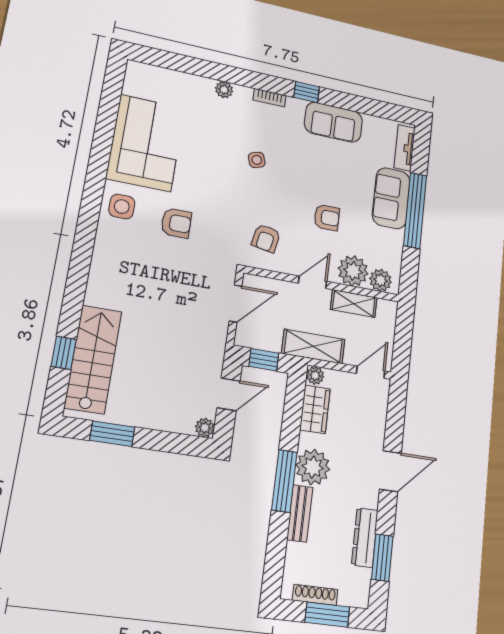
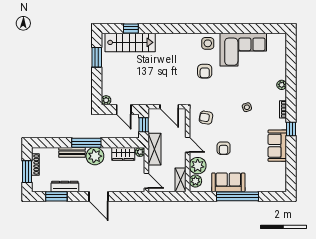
tv unit: (405, 148) -> (272, 187), removed
sofa: (391, 198) -> (228, 182), moved
shelving: (354, 304) -> (180, 180), moved

